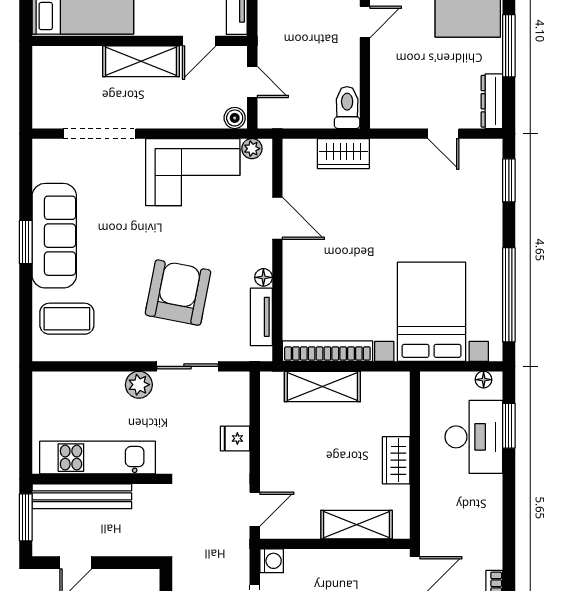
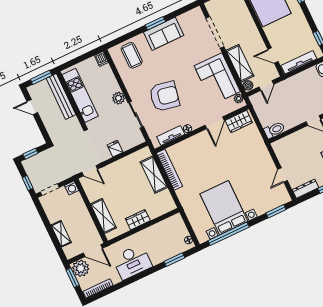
shelving: (141, 61) -> (240, 63), moved
wardrobe: (343, 154) -> (239, 122), moved, turned -90
sofa: (54, 236) -> (164, 34), width x0.73
bed with nightstands: (432, 312) -> (224, 208), moved, turned -90
dishwasher: (46, 382) -> (101, 59), added
desk: (474, 437) -> (132, 262), moved

